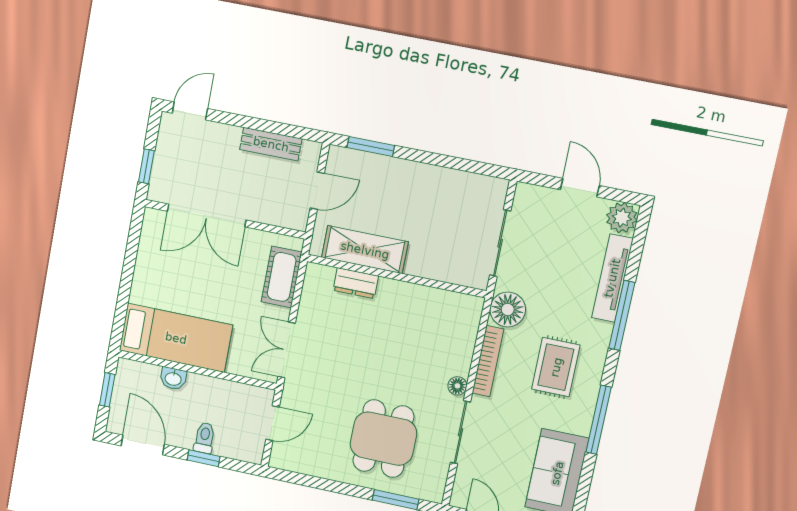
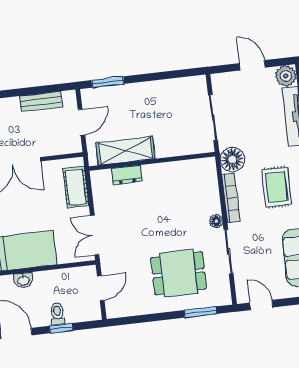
dining table: (383, 439) -> (179, 273), turned 90

